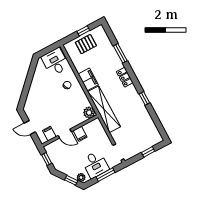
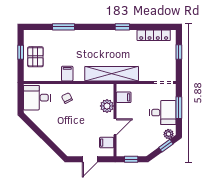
locker: (125, 77) -> (154, 35), moved, width x1.53
filing cabinet: (88, 79) -> (67, 74), width x0.50
plant: (89, 113) -> (107, 106), moved
filing cabinet: (80, 134) -> (124, 97), moved

